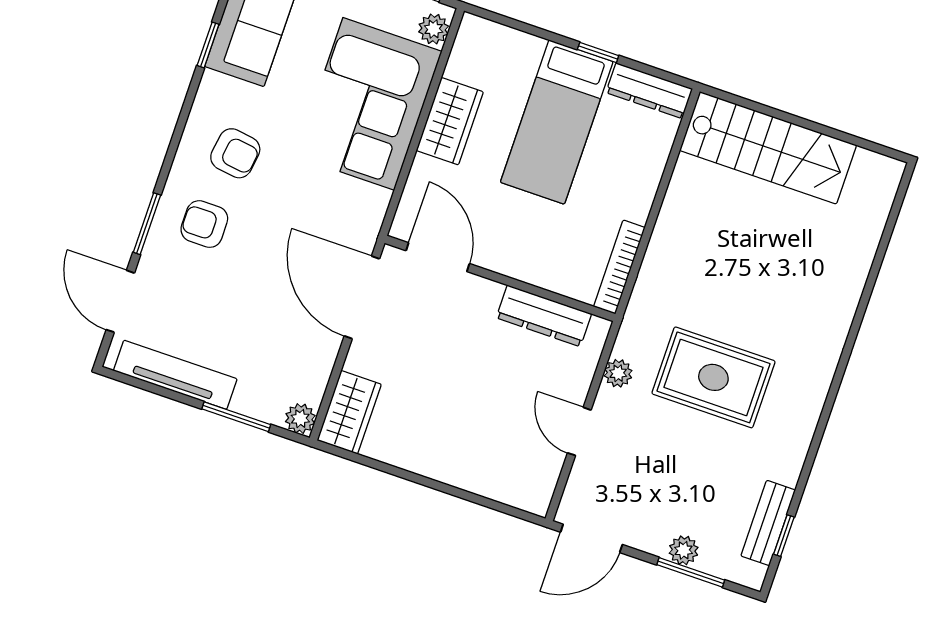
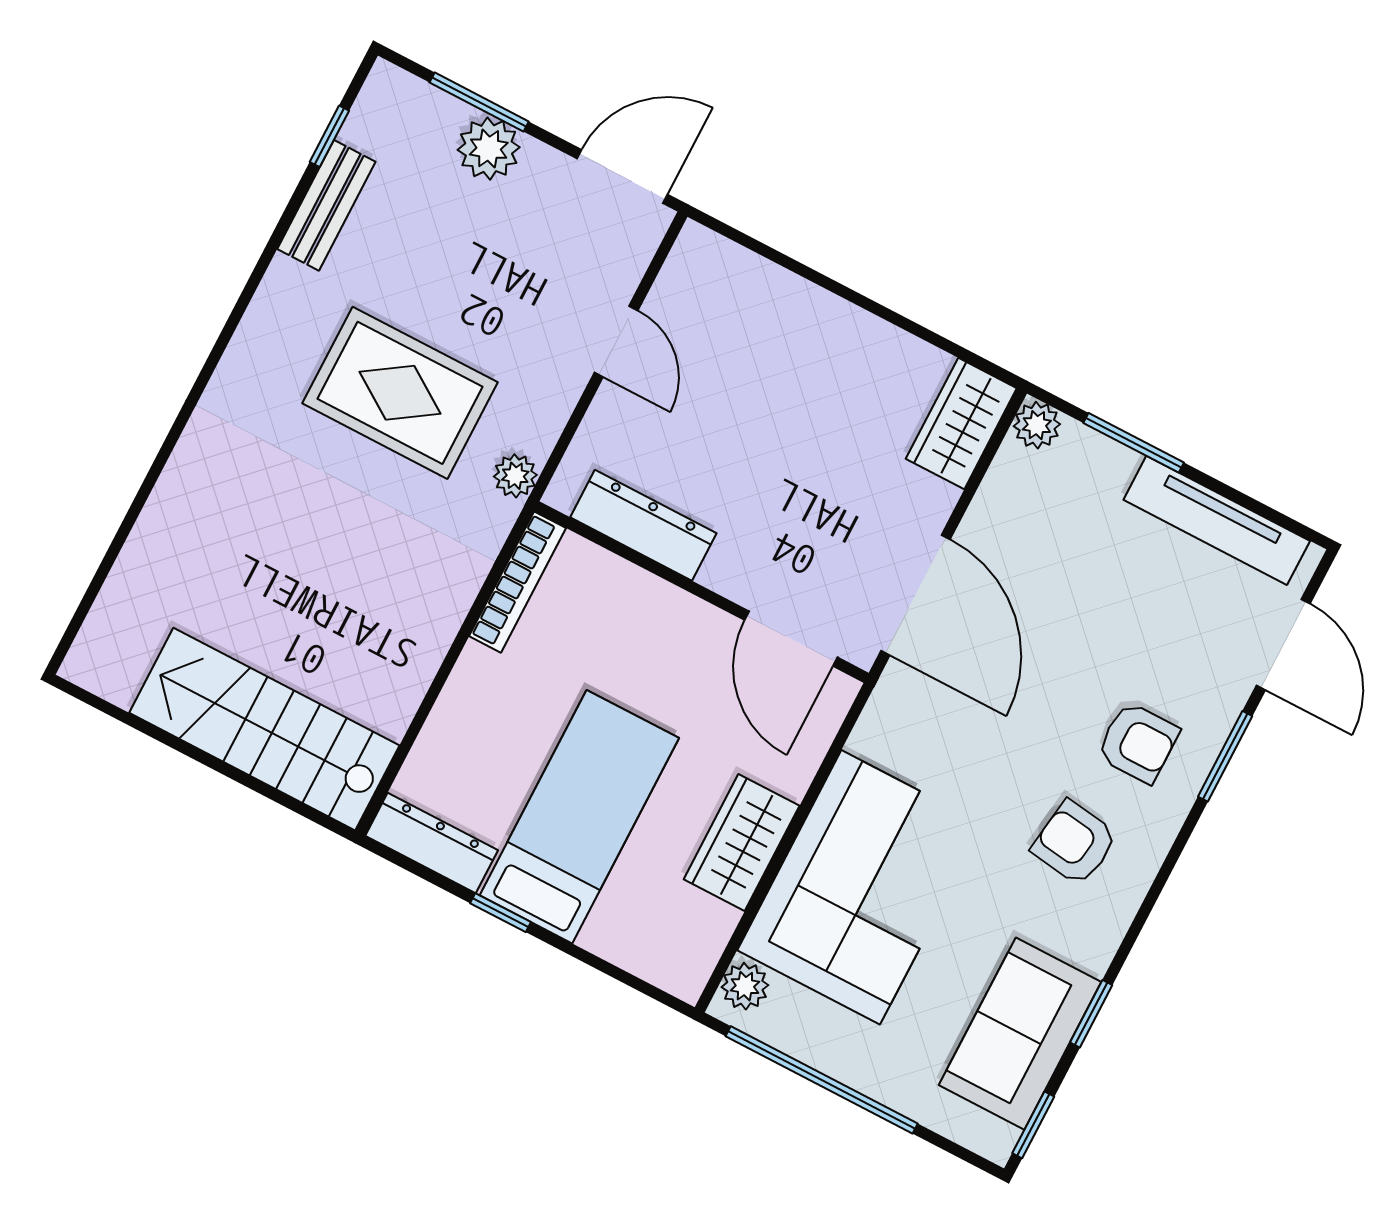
plant: (618, 373) -> (515, 476), moved
bench: (768, 523) -> (326, 205), moved
plant: (684, 550) -> (489, 149), width x1.38, depth x1.38

